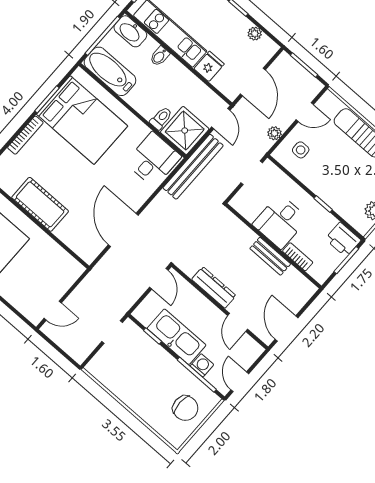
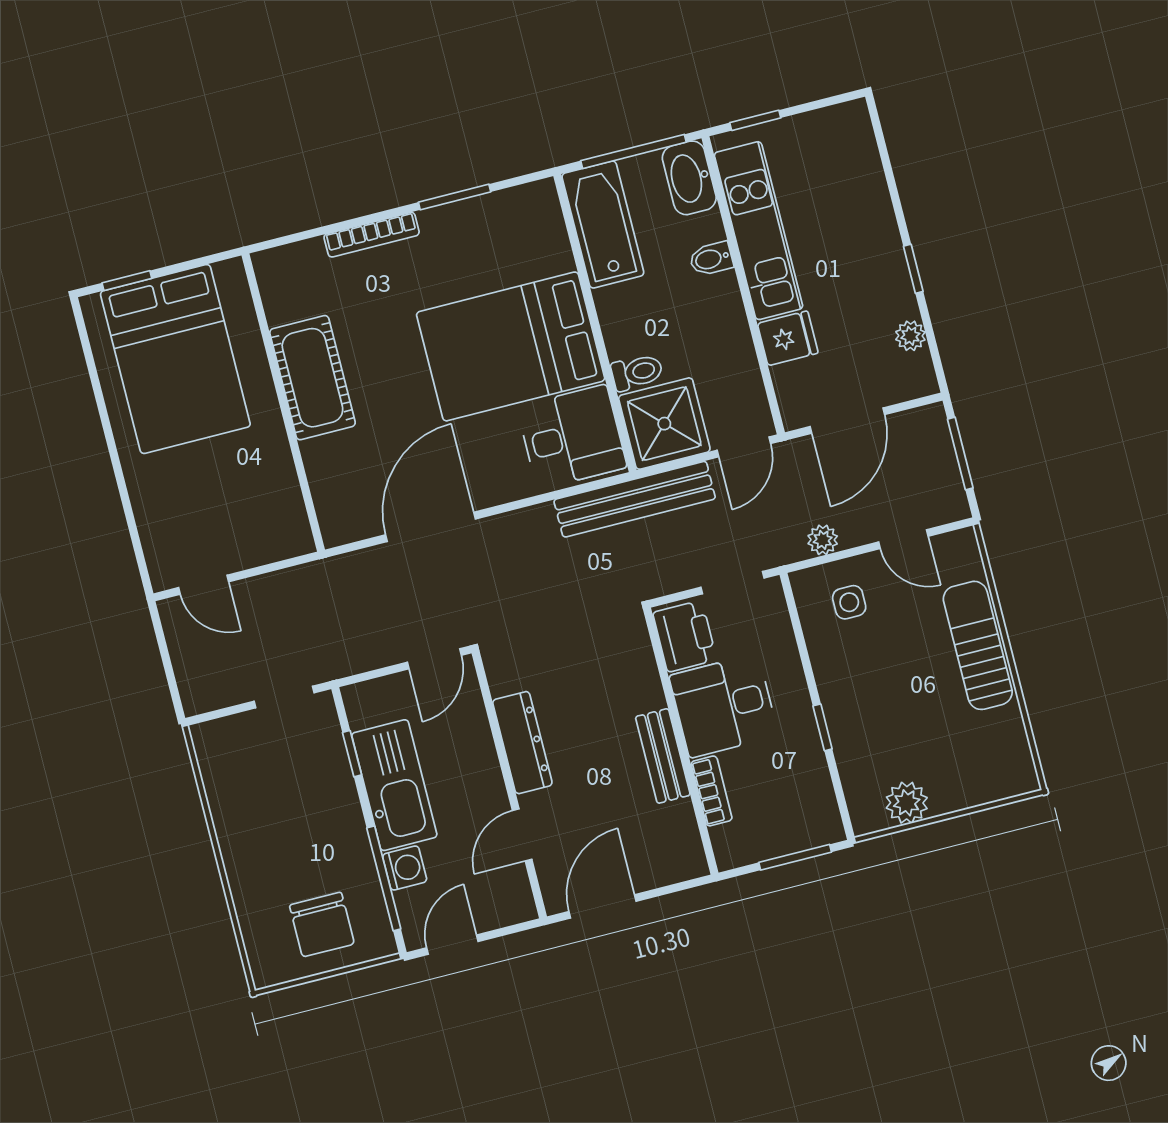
bed: (82, 120) -> (511, 346), moved, turned 90
printer: (343, 240) -> (685, 636), moved, turned 180

